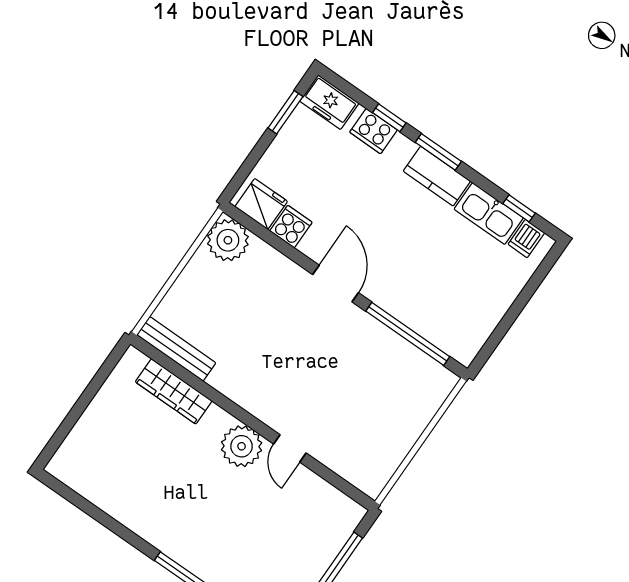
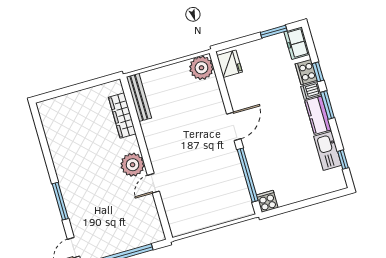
cooker: (291, 227) -> (267, 201), moved, turned -90
dishwasher: (526, 239) -> (311, 90), moved

